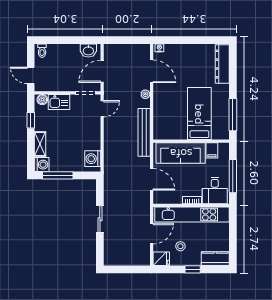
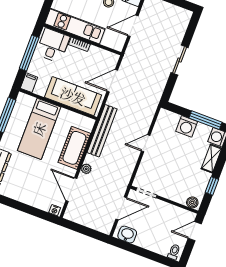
door: (31, 75) -> (195, 231), swing flipped
kitchen sink: (59, 102) -> (176, 194), removed
door: (102, 109) -> (146, 143), moved
cot: (163, 109) -> (74, 148), added
filing cabinet: (212, 150) -> (29, 83), moved
washing machine: (93, 159) -> (187, 126), moved, turned 90
door: (152, 179) -> (112, 81), hinge flipped
kitchen unit: (192, 214) -> (75, 26), width x0.73

